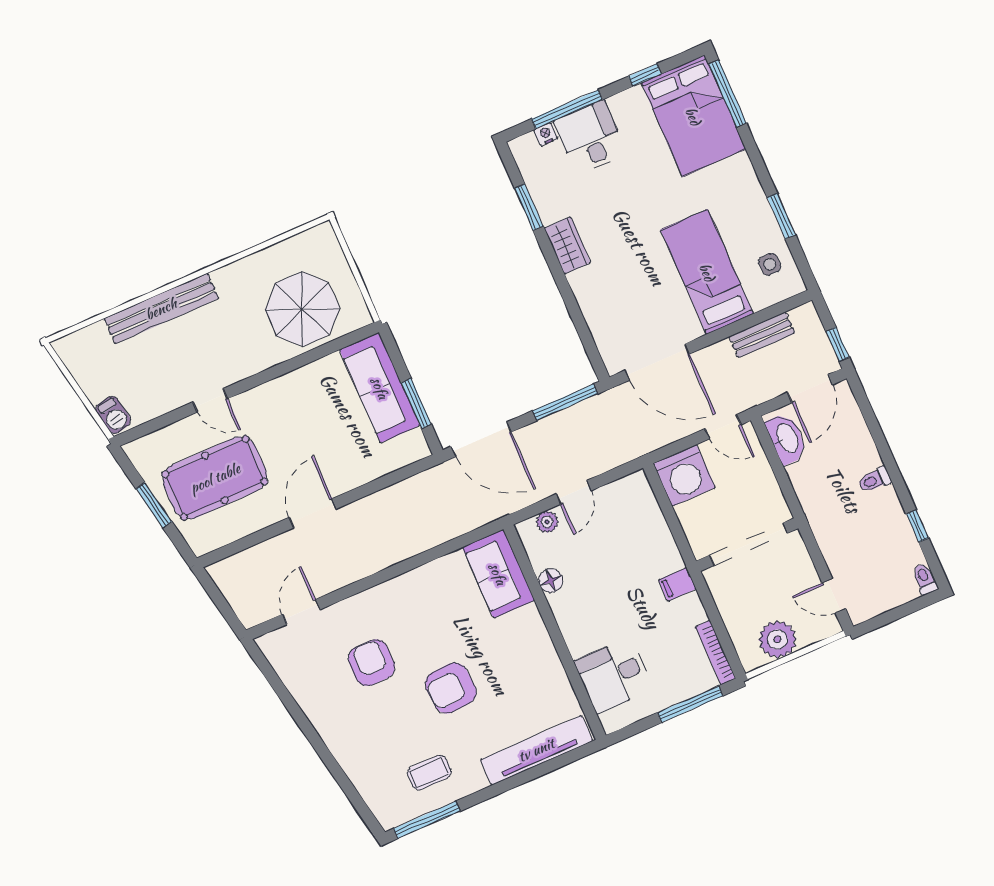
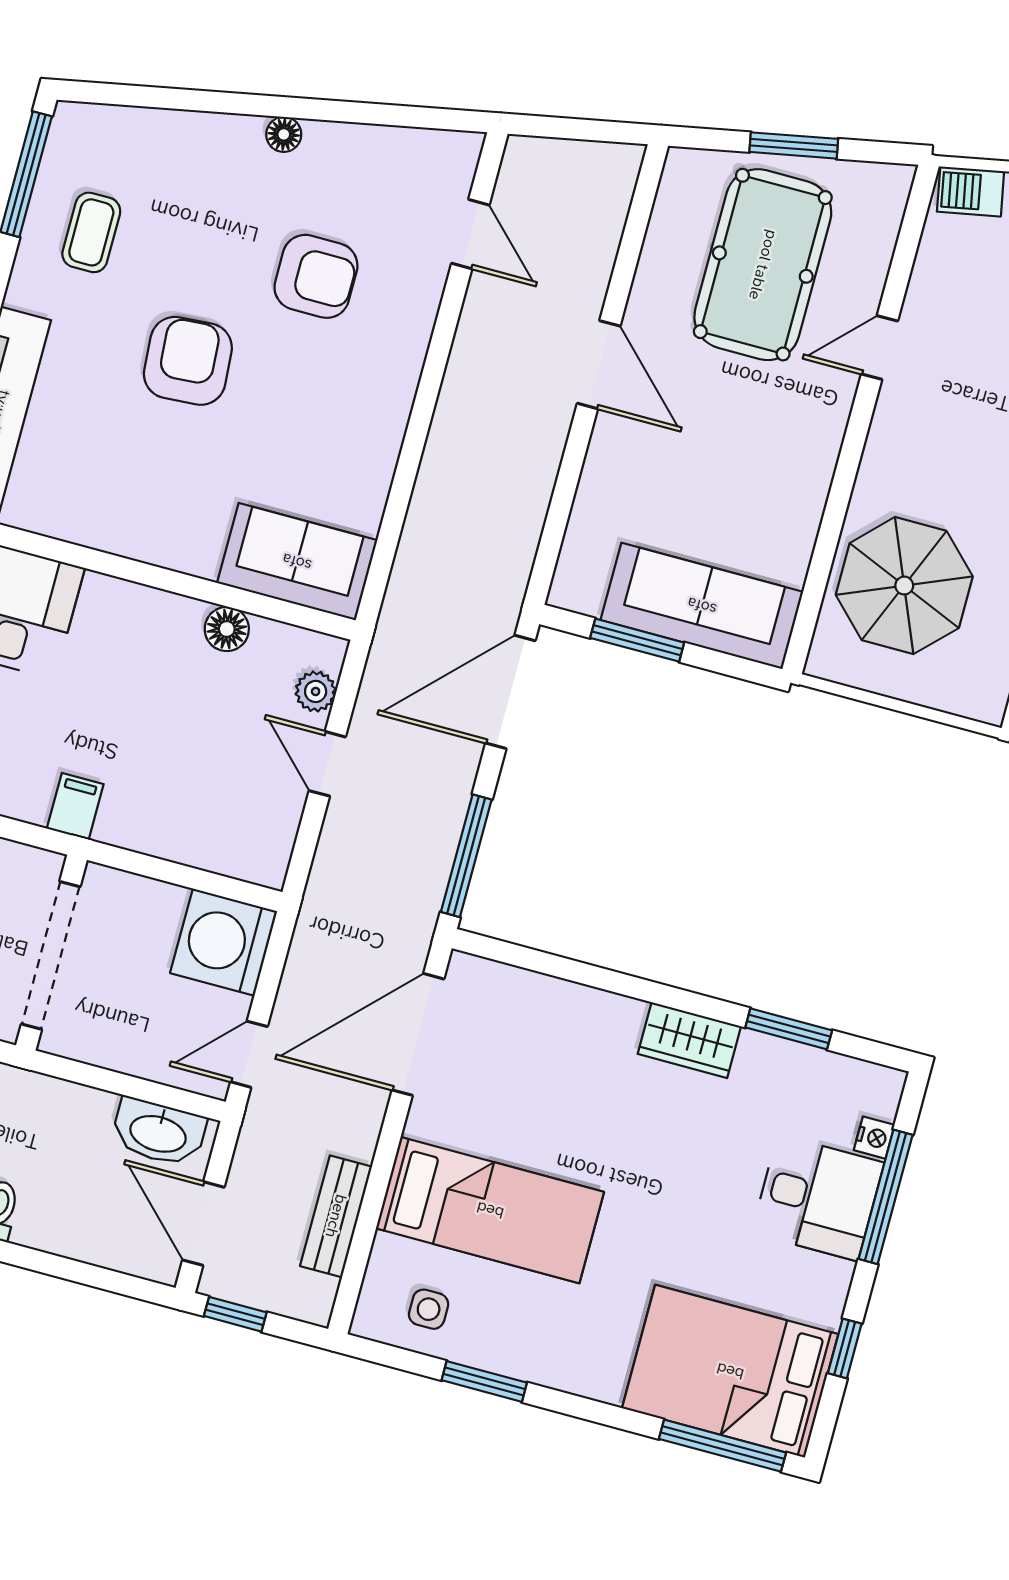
floor lamp: (323, 725) -> (284, 134), added

